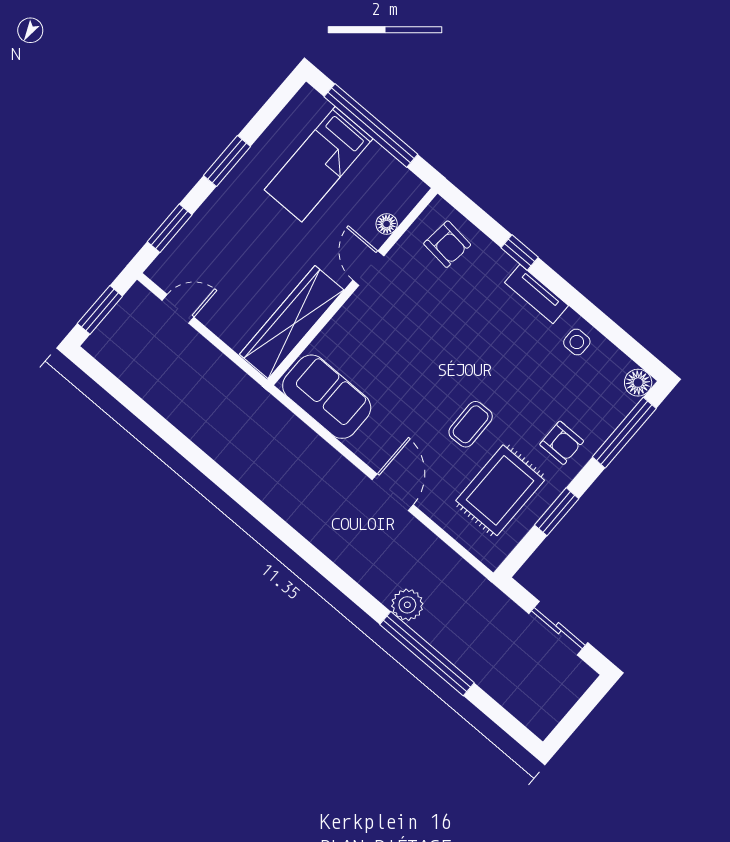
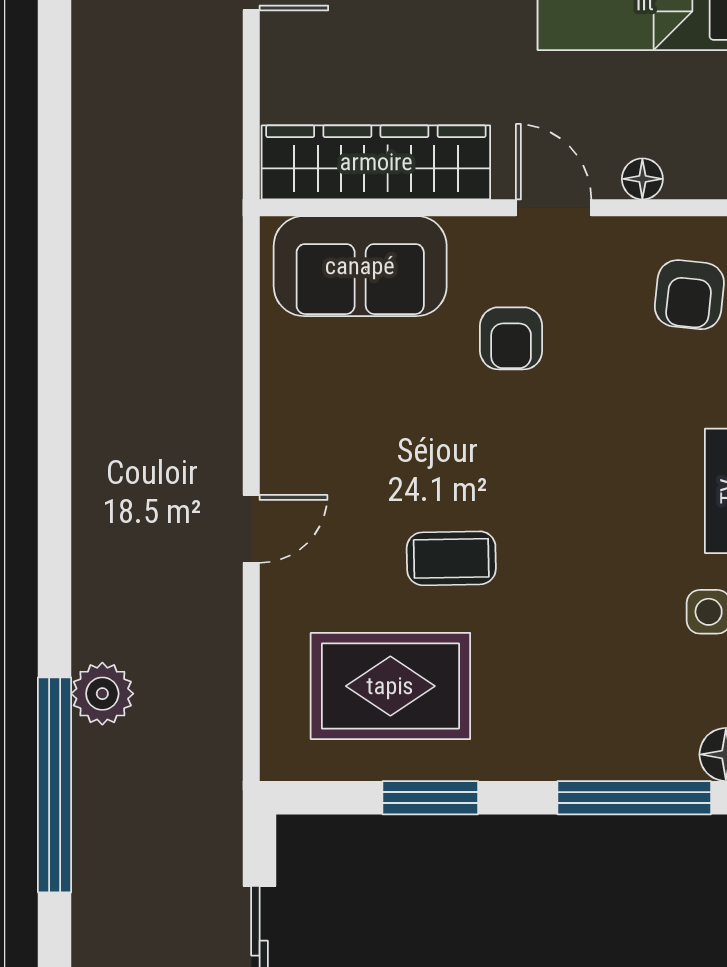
door: (368, 268) -> (554, 208), hinge flipped
sofa: (327, 397) -> (360, 266), moved, turned 90
armchair: (562, 443) -> (511, 338), moved
door: (393, 492) -> (251, 529), width x0.73

